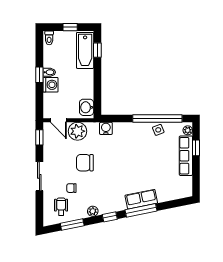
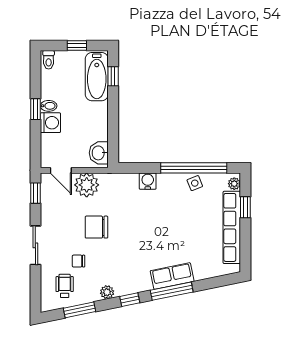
water cooler: (106, 128) -> (148, 181), moved
row of seats: (186, 156) -> (232, 227), width x1.36

